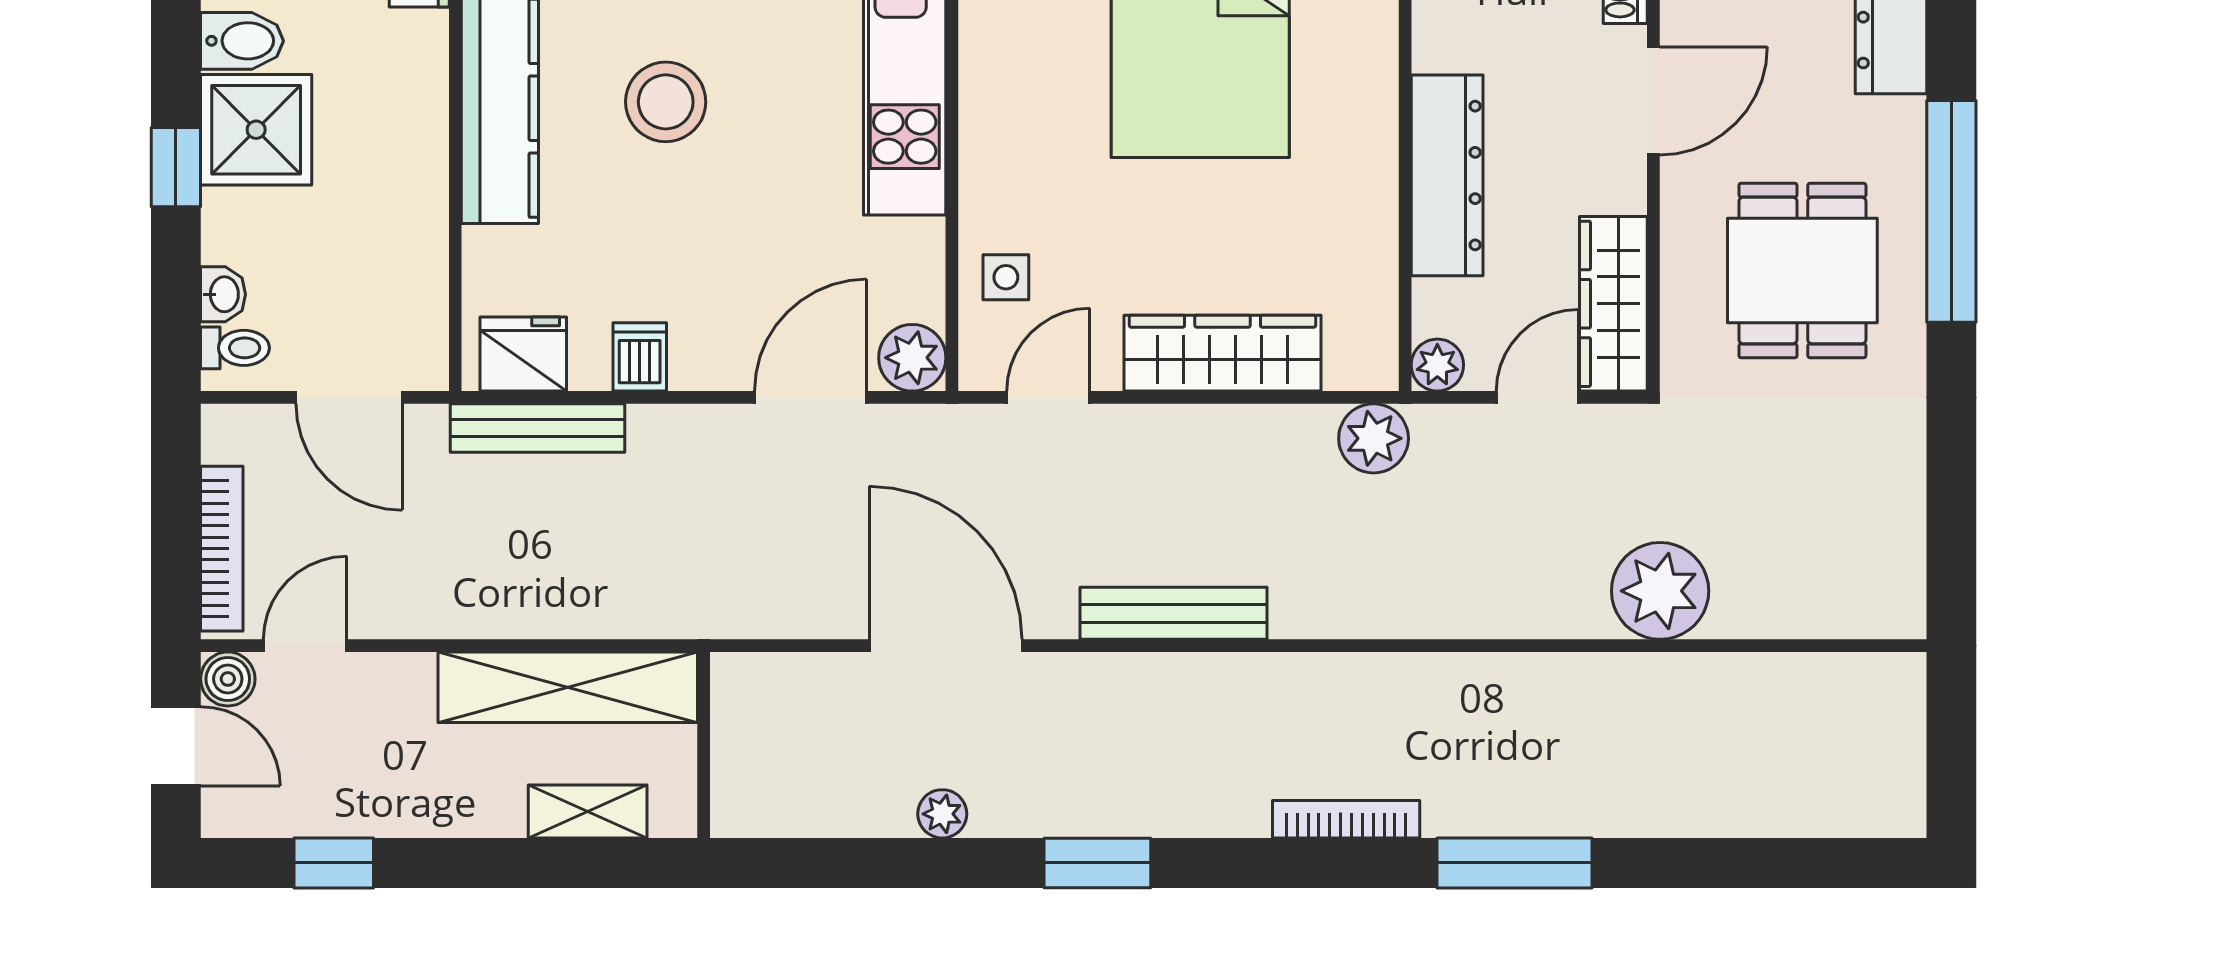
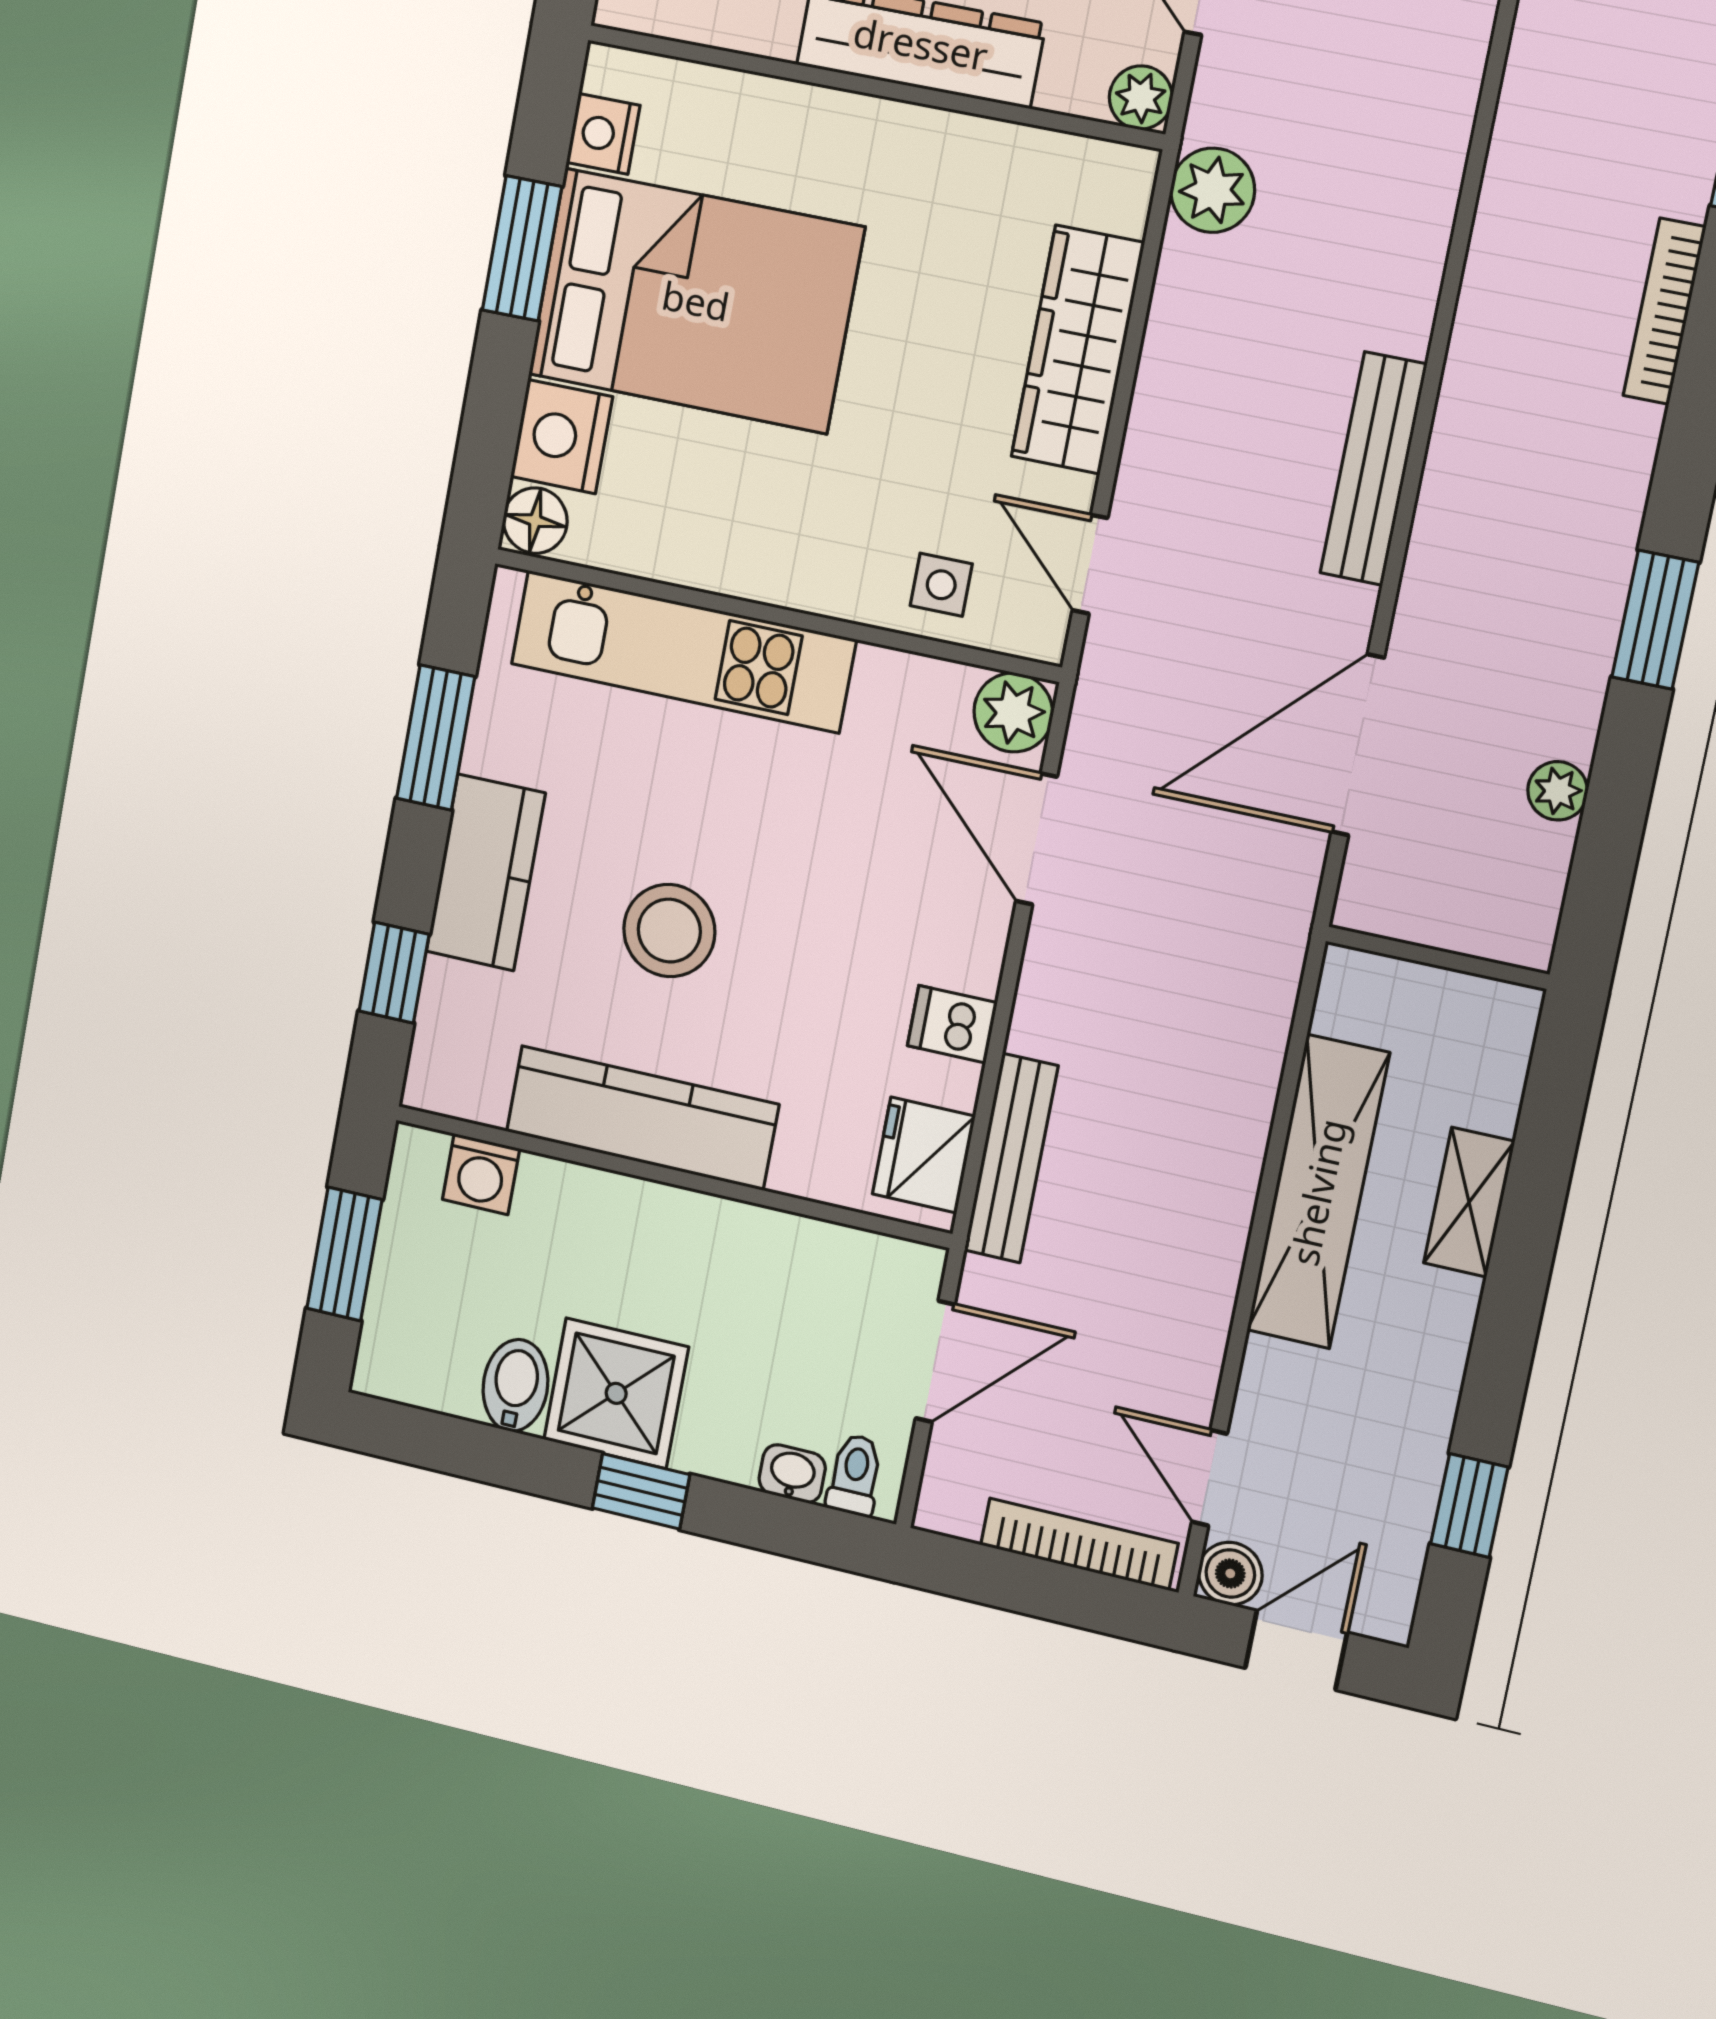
wall: (704, 745) -> (1437, 958), moved

